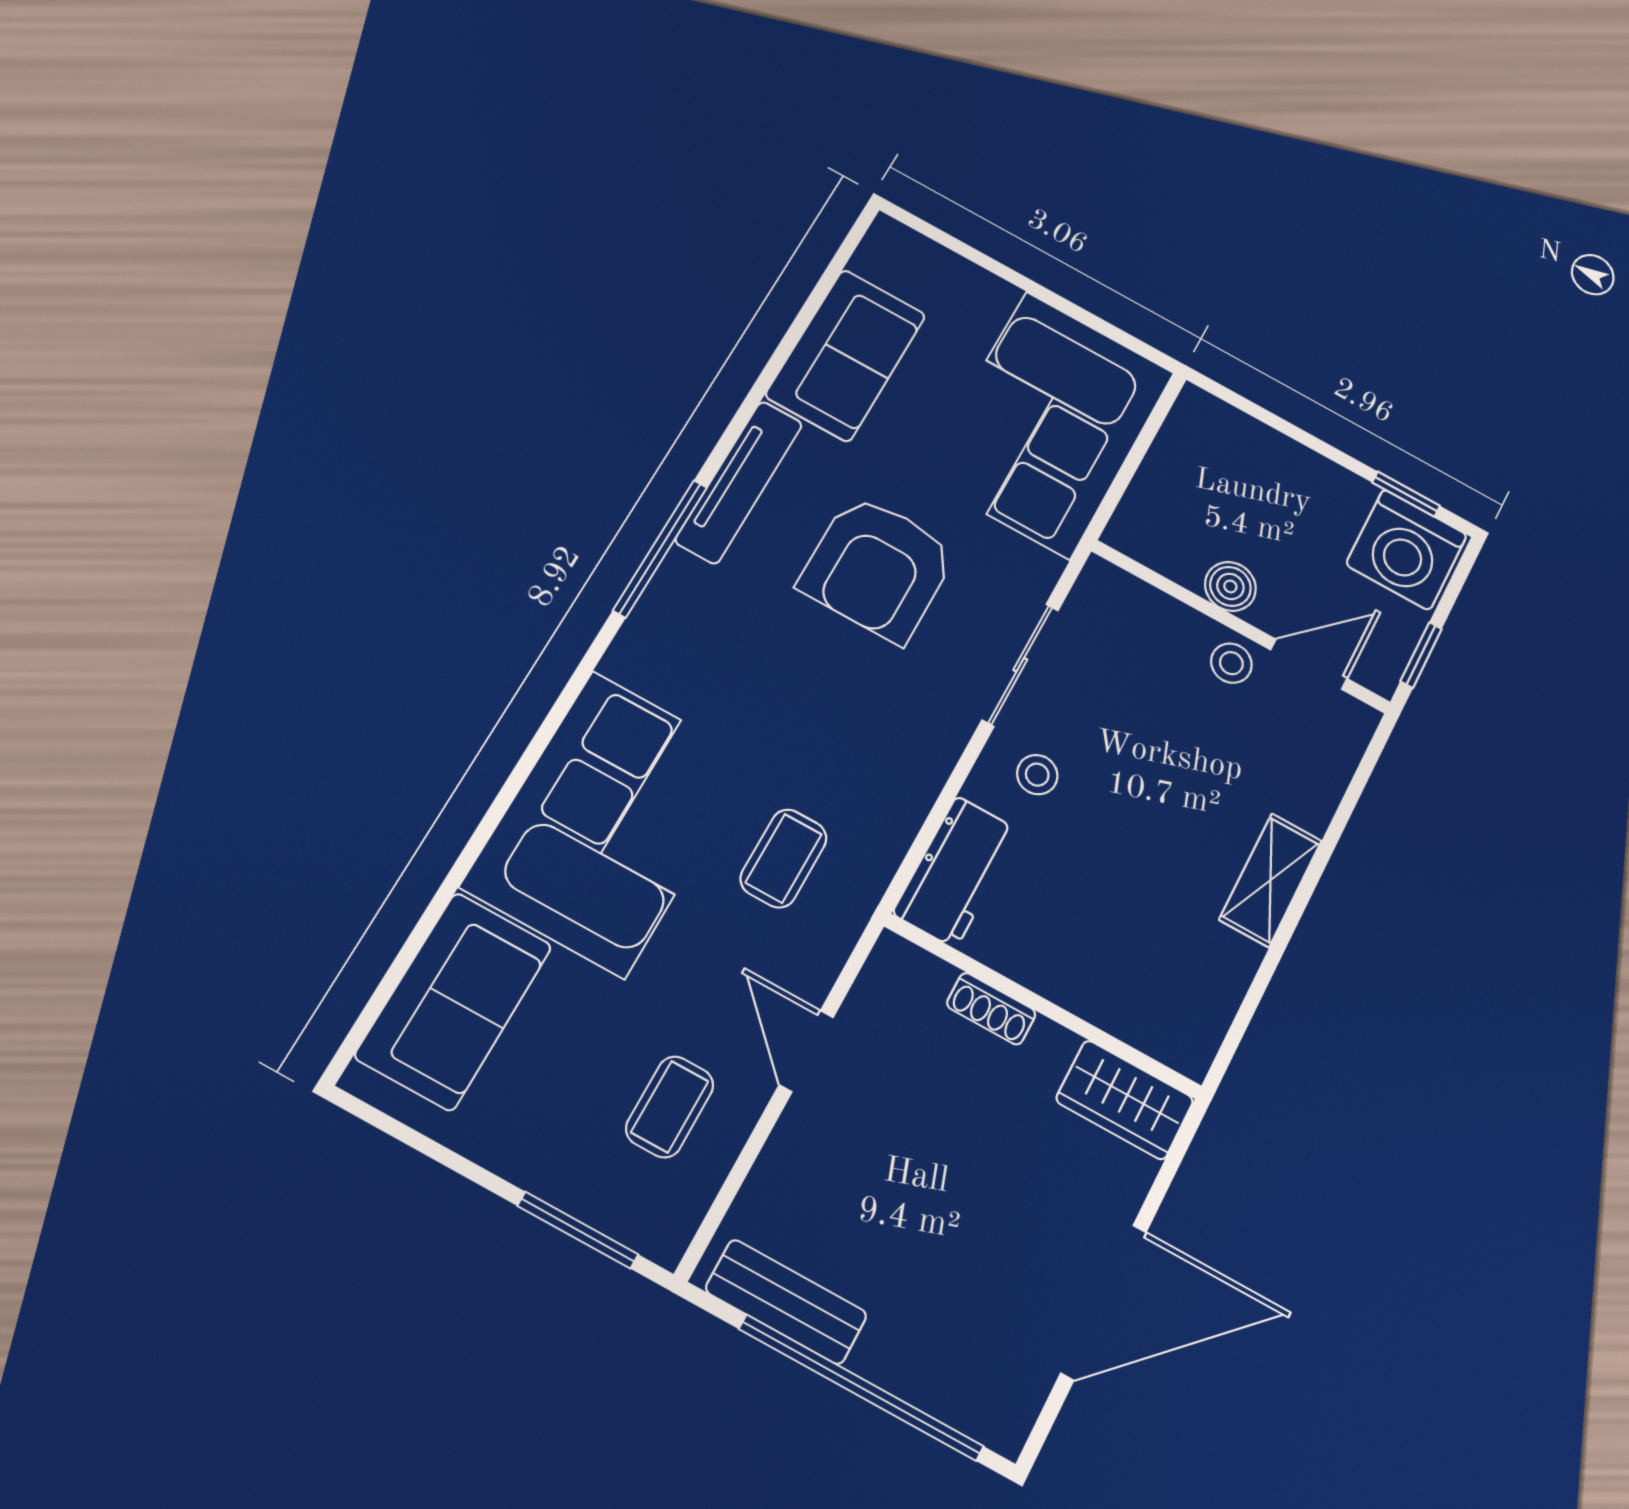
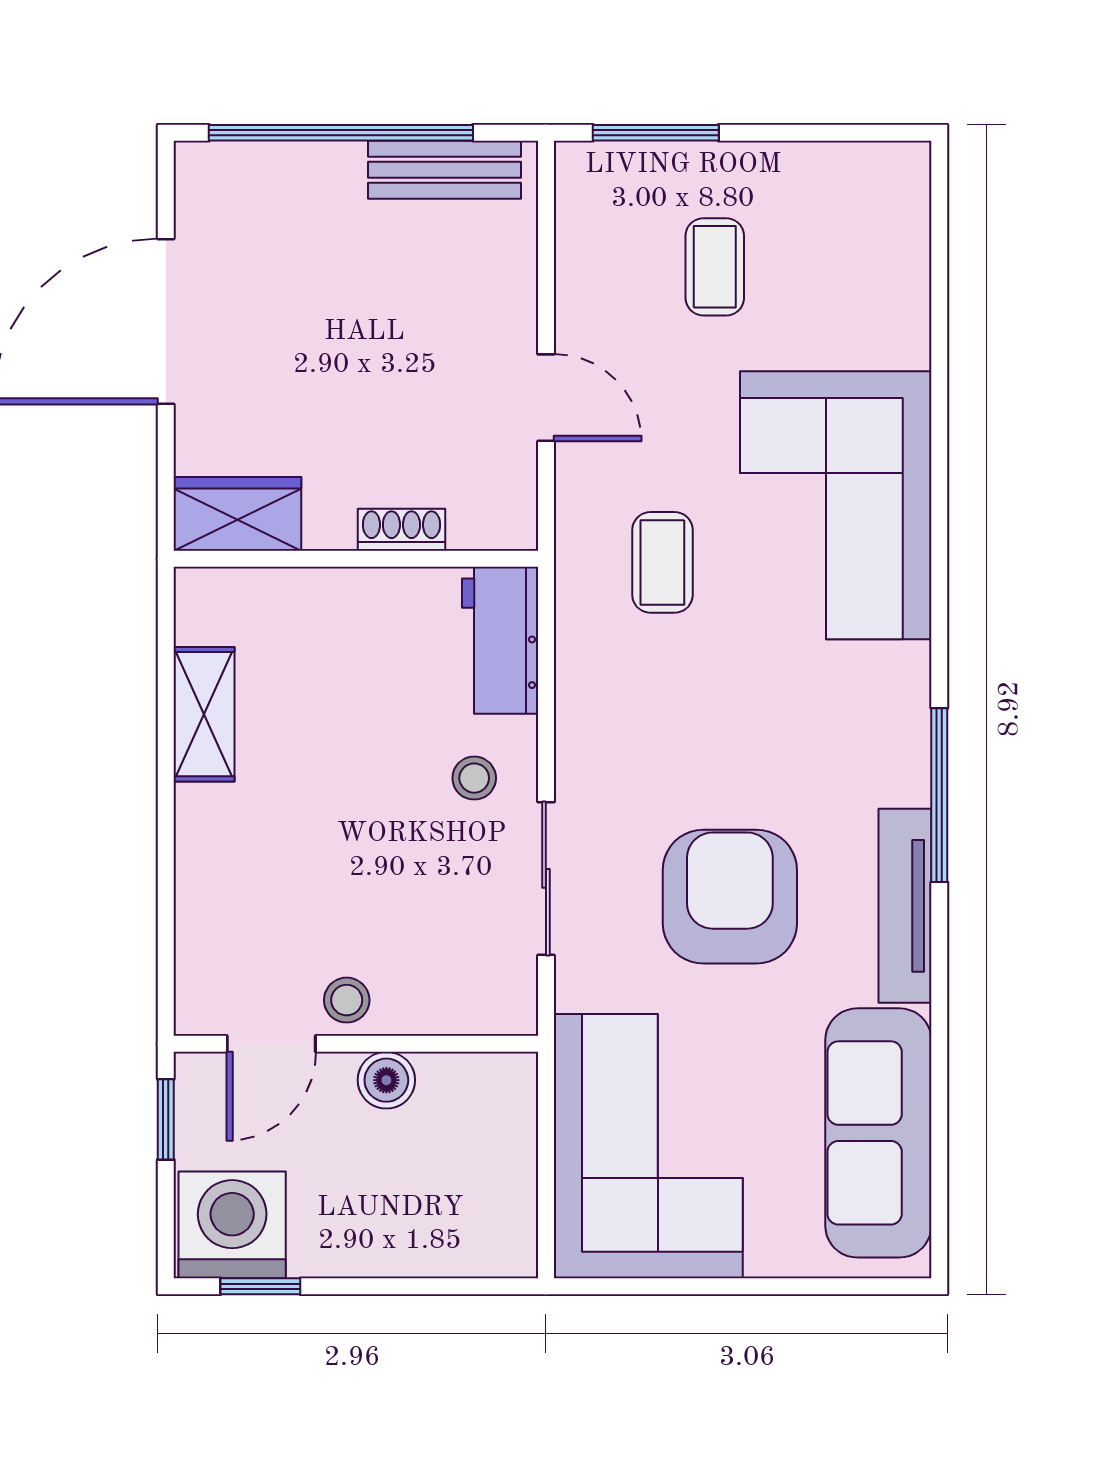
sofa: (846, 355) -> (878, 1133), width x1.36
shelving: (1271, 880) -> (204, 714), moved
sofa: (454, 1001) -> (875, 269), removed
coffee table: (670, 1107) -> (715, 267), moved

